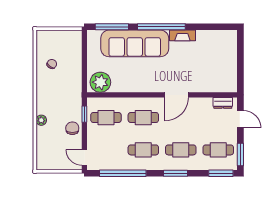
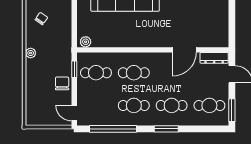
plant: (100, 82) -> (86, 42), width x0.53, depth x0.53
door: (177, 95) -> (184, 50), moved
dresser: (223, 103) -> (214, 58), width x1.44
plant: (41, 120) -> (31, 53), moved
window: (221, 173) -> (212, 129), removed

